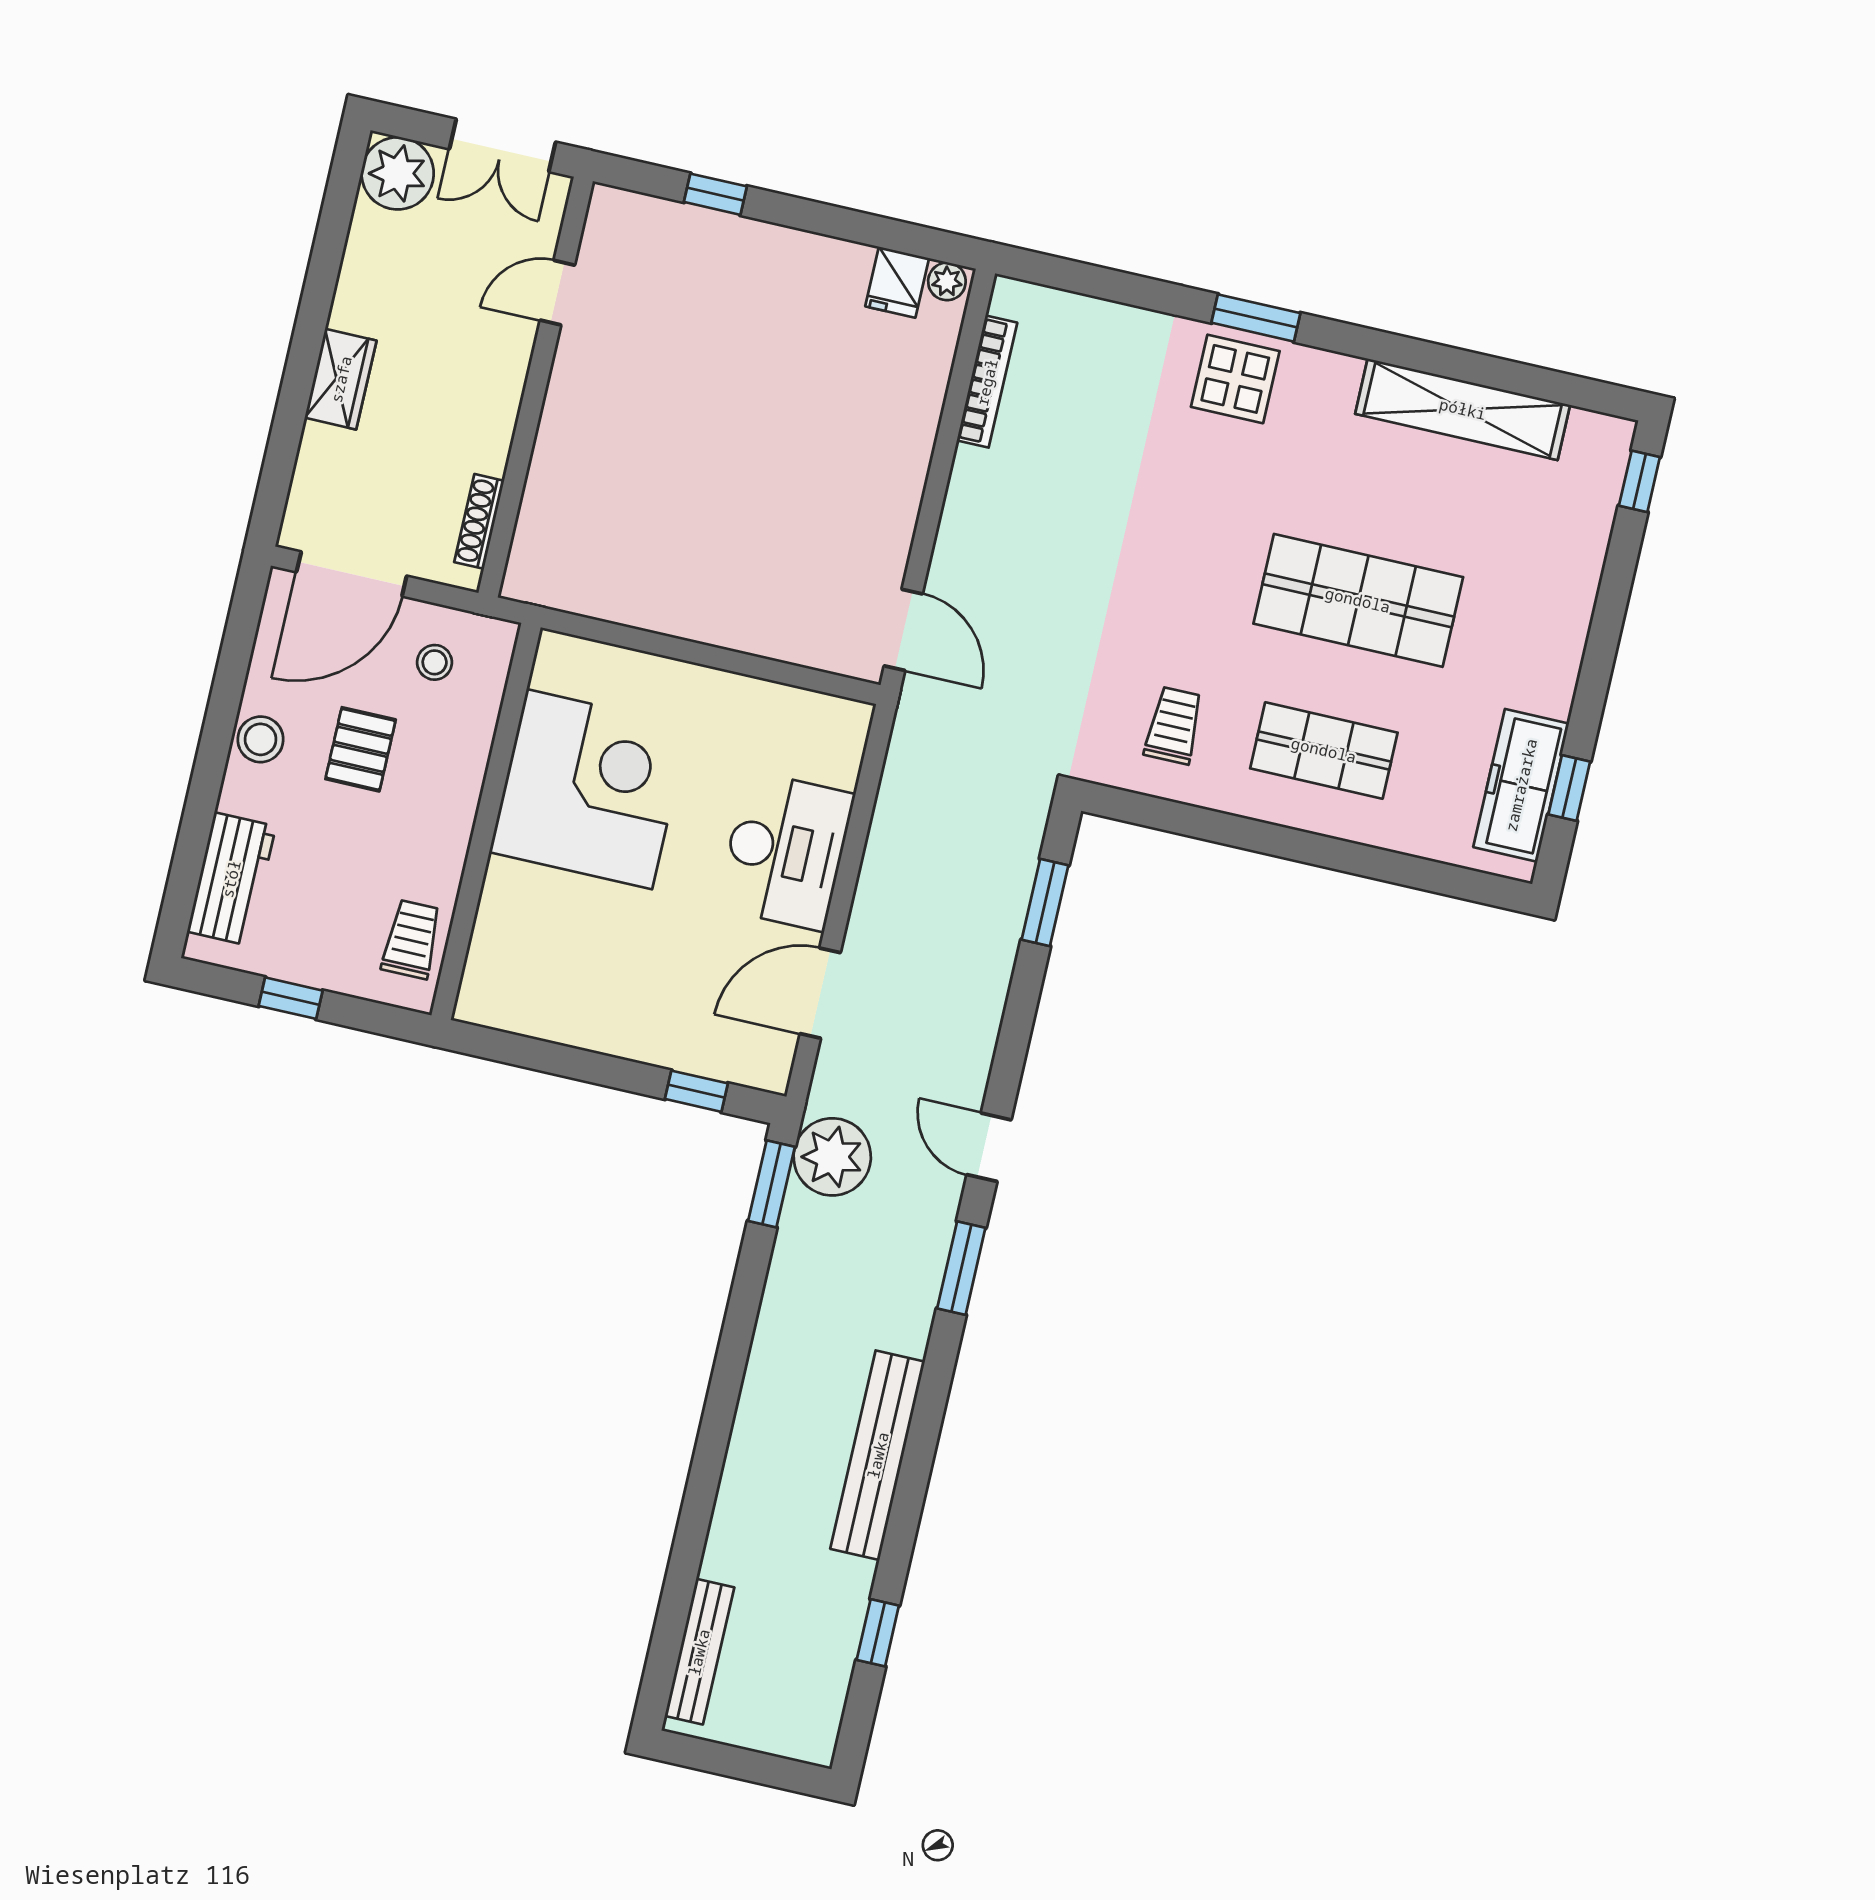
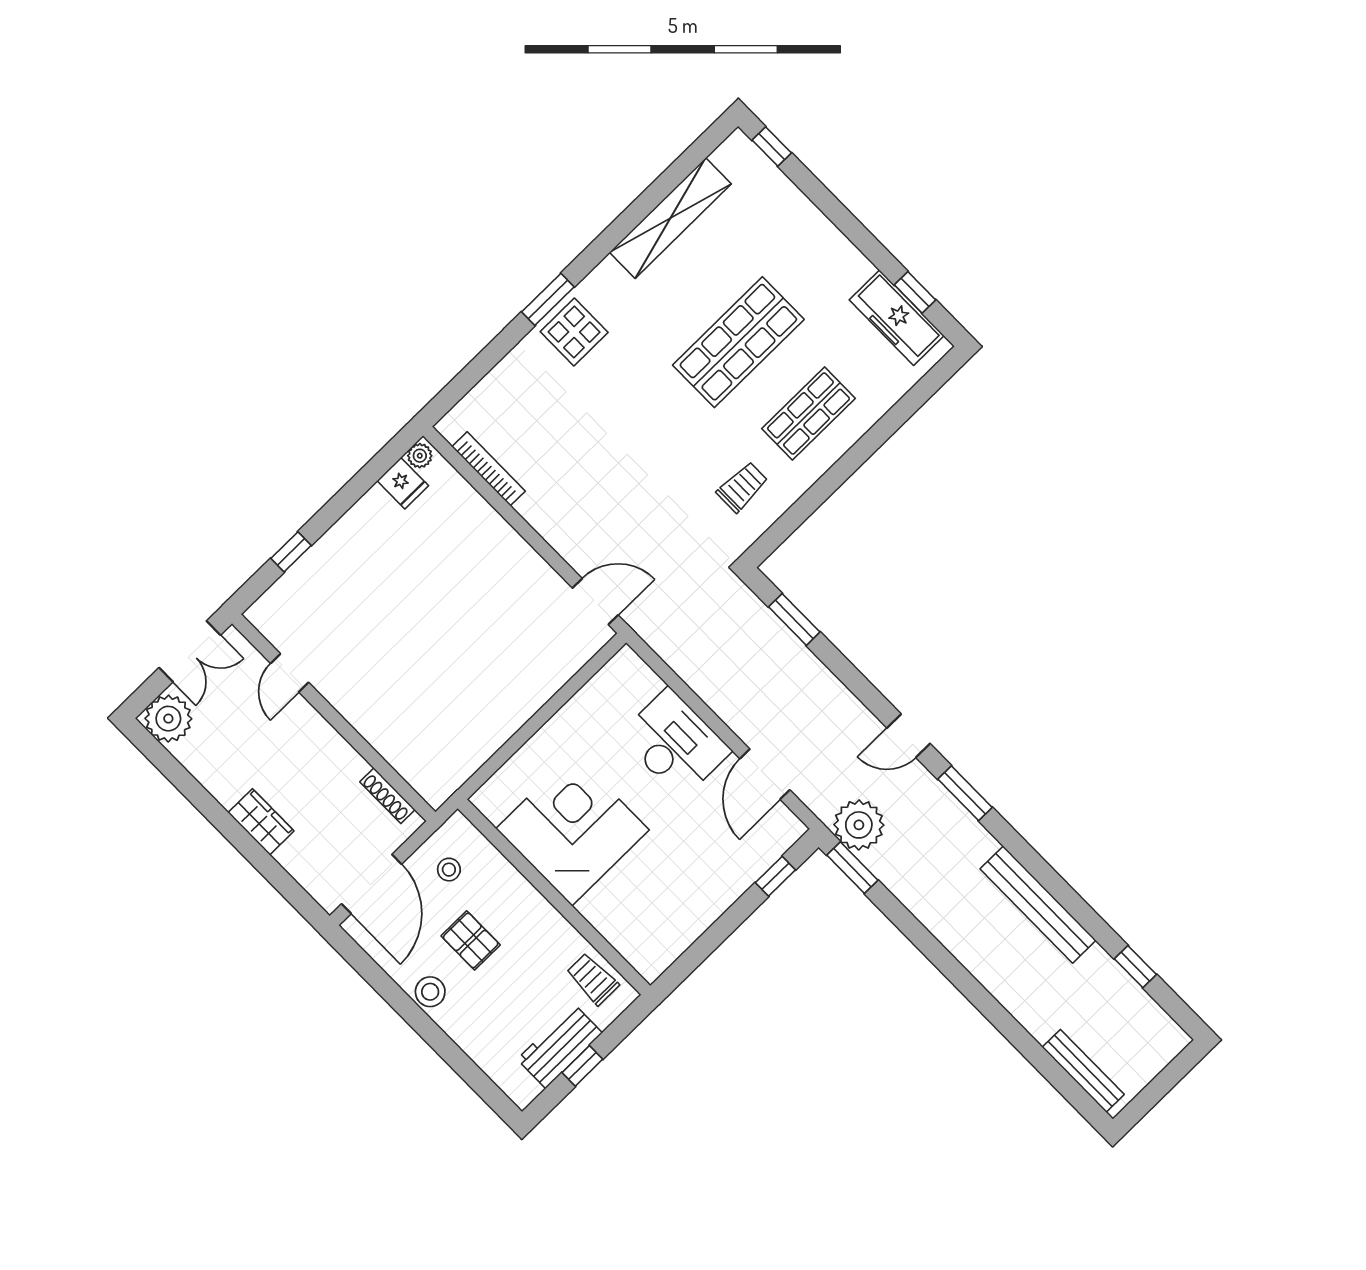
trolley: (1174, 725) -> (742, 487), turned 90
workbench: (231, 879) -> (560, 1046), moved, turned -90

